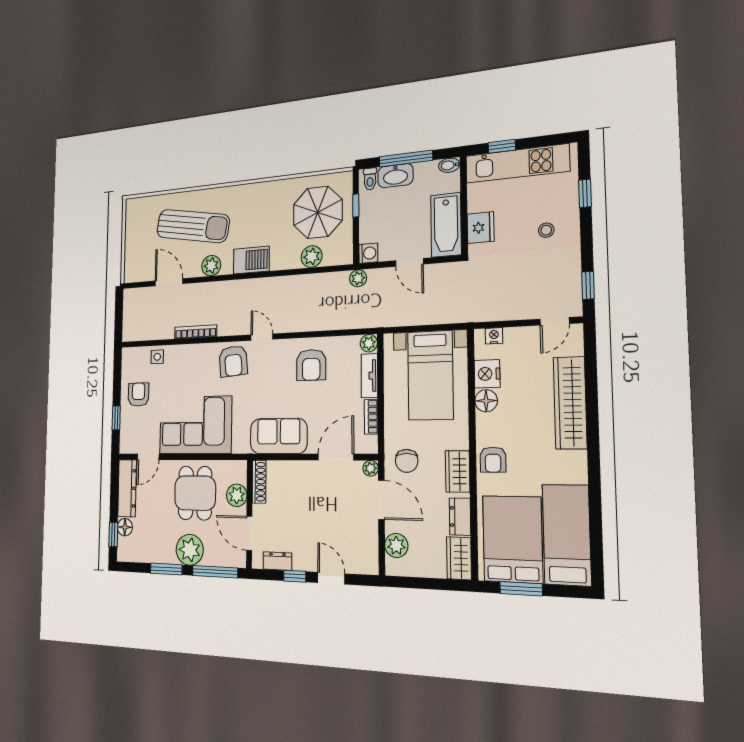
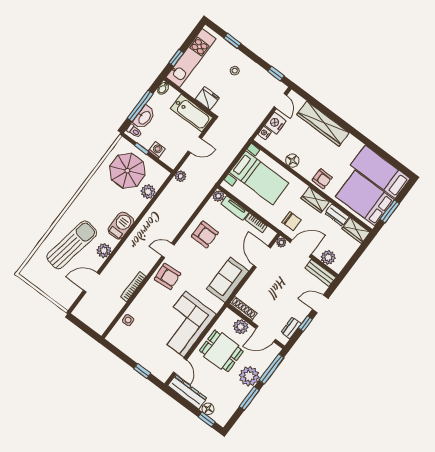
washing machine: (368, 253) -> (157, 150), moved
nightstand: (487, 374) -> (275, 123), moved, turned 90
armchair: (138, 395) -> (140, 347), removed
bench: (370, 549) -> (320, 273), added

